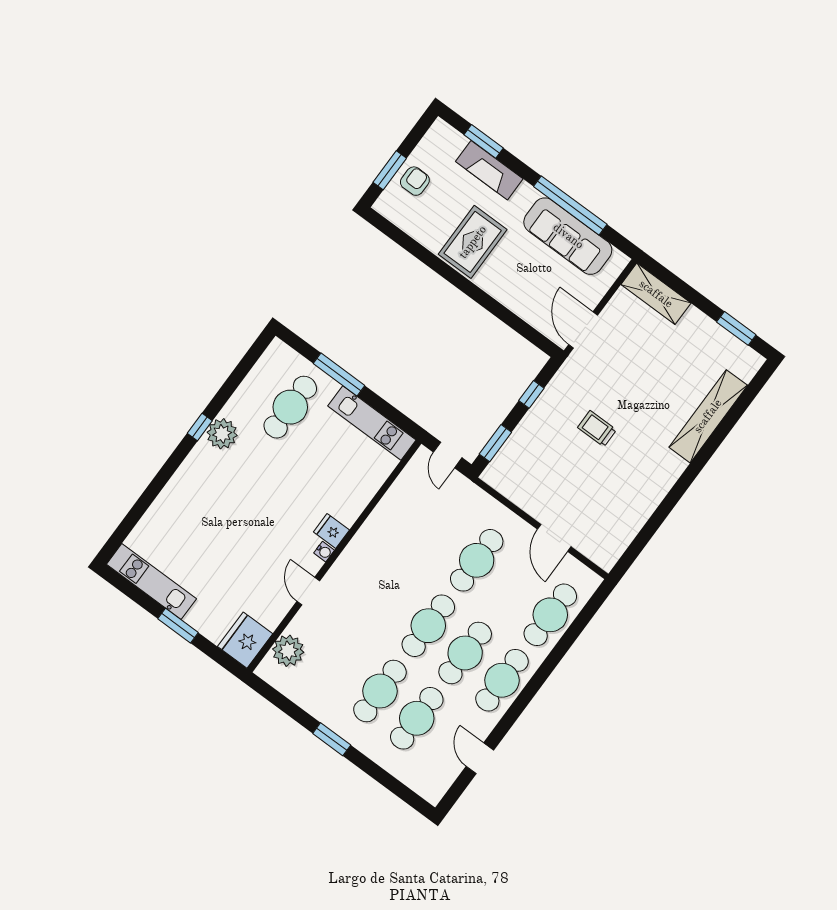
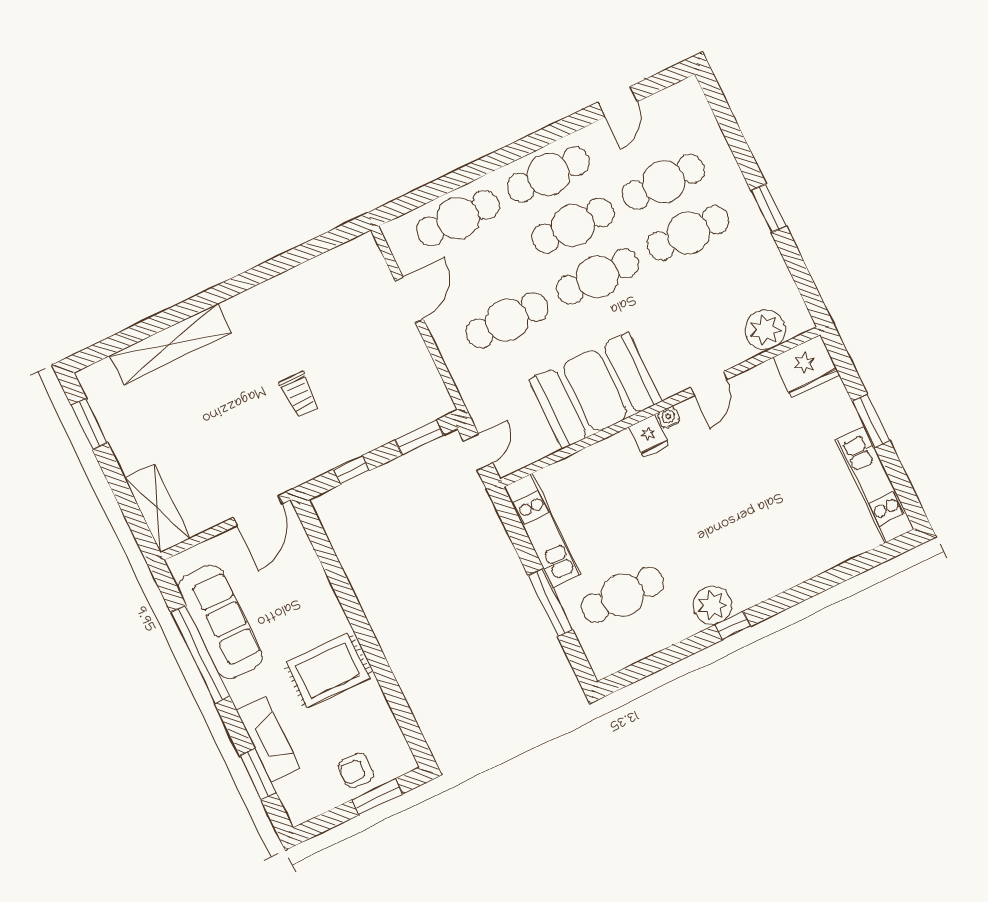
booth: (387, 543) -> (595, 391), added

